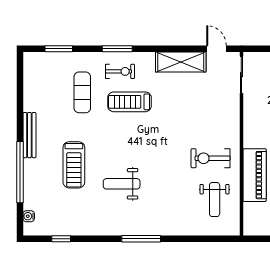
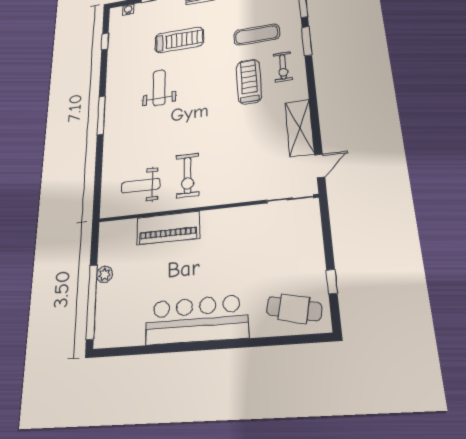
window: (117, 49) -> (307, 41), moved
exercise bike: (211, 158) -> (188, 175), turned 180
treadmill: (74, 165) -> (179, 40), turned 180

